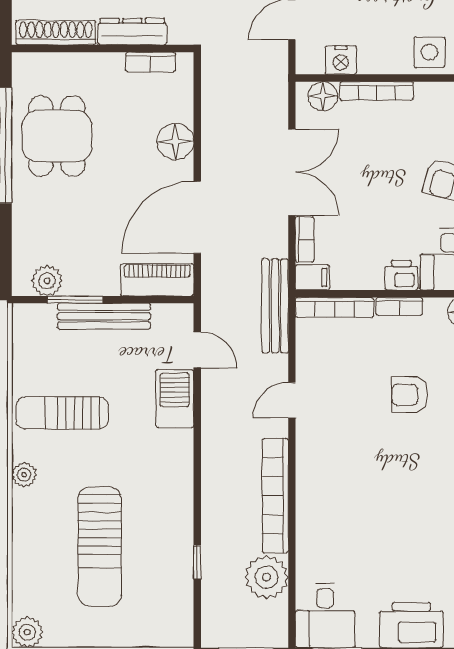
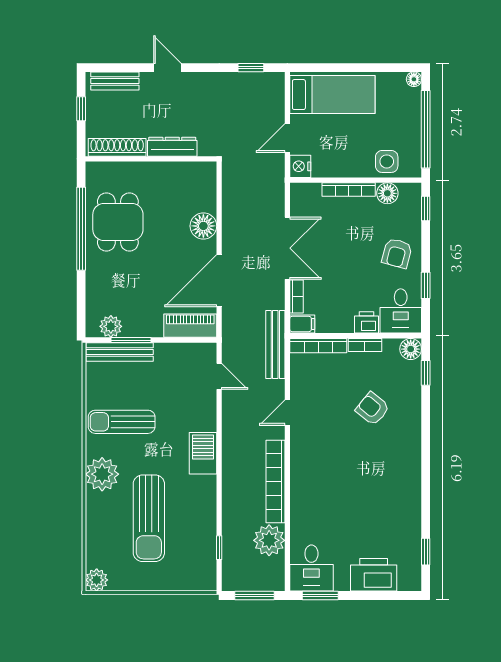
nightstand: (341, 60) -> (300, 166), moved, turned 90
bookcase: (151, 62) -> (186, 169), removed
floor lamp: (323, 96) -> (387, 193), moved
bench: (104, 316) -> (120, 352), moved
armchair: (410, 395) -> (373, 409), turned 39
barbecue: (175, 399) -> (203, 453), moved
plant: (24, 475) -> (102, 474), width x1.87, depth x1.87
window: (197, 562) -> (219, 548), moved

